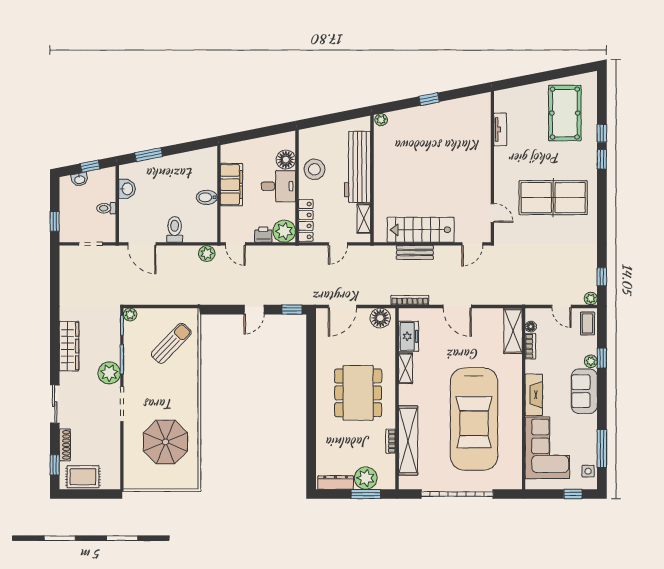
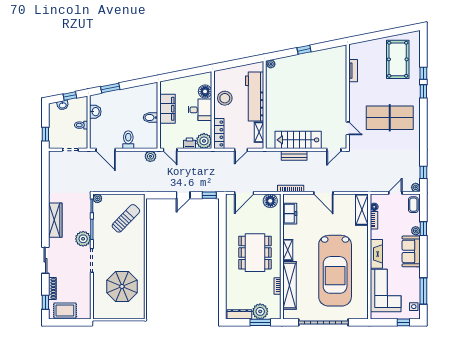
door: (561, 306) -> (395, 193), swing flipped
shelving: (406, 368) -> (288, 250), moved

